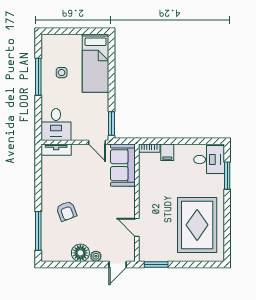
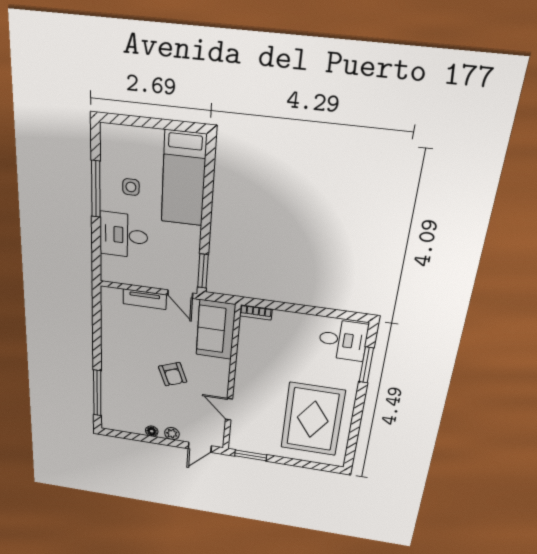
desk: (56, 124) -> (124, 235), moved, turned 90
tv unit: (56, 150) -> (145, 299), moved
filing cabinet: (167, 152) -> (282, 322), removed
armchair: (66, 211) -> (173, 374), moved
floor lamp: (80, 253) -> (152, 431), width x0.53, depth x0.53

